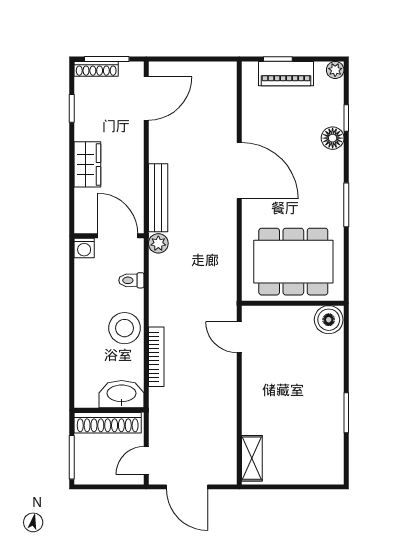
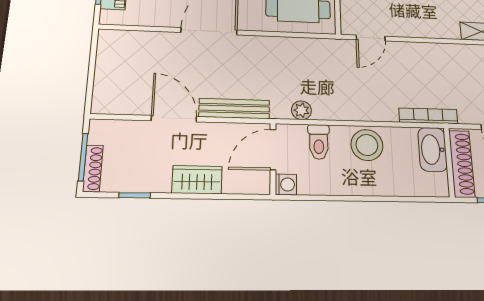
door: (146, 98) -> (174, 119), moved
plant: (158, 243) -> (301, 110), moved
toilet: (131, 280) -> (319, 142), width x1.37, depth x1.39
bookcase: (156, 357) -> (428, 116), moved

